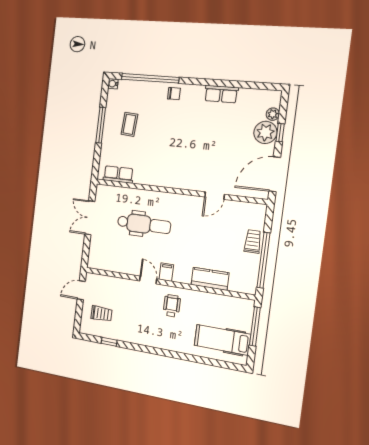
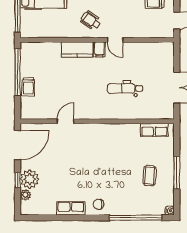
chair: (174, 94) -> (99, 204), moved
dental chair: (144, 224) -> (125, 89), width x0.73, depth x0.72
kitchen counter: (210, 279) -> (77, 50), moved
wheelchair: (172, 306) -> (91, 21), turned 125

